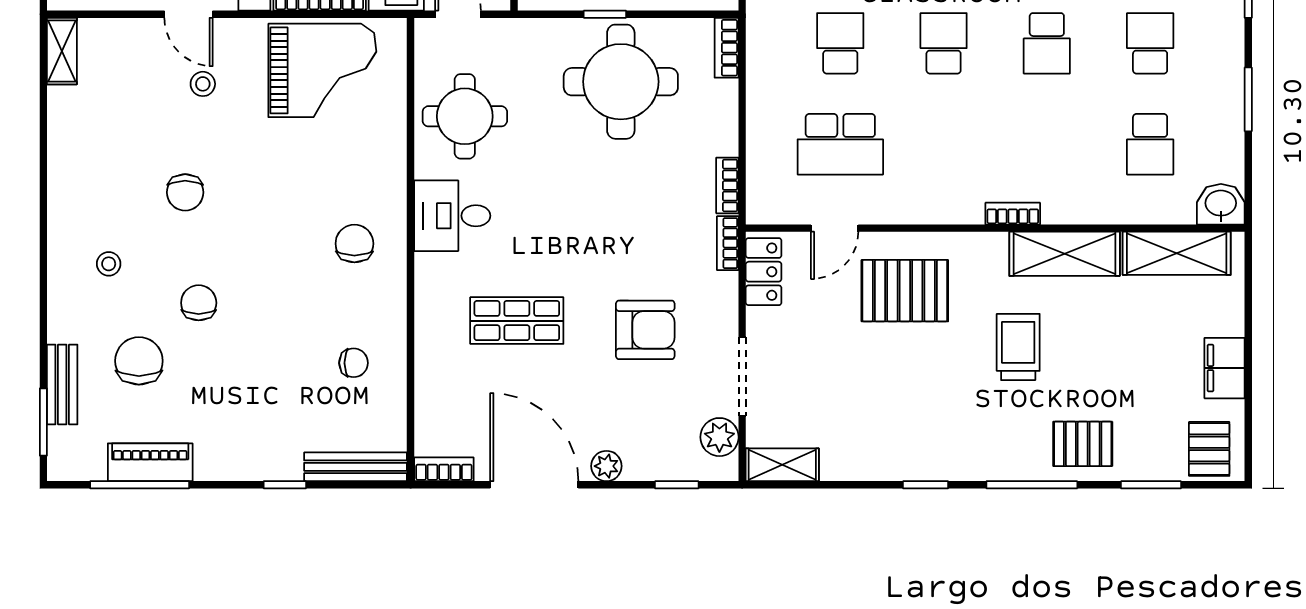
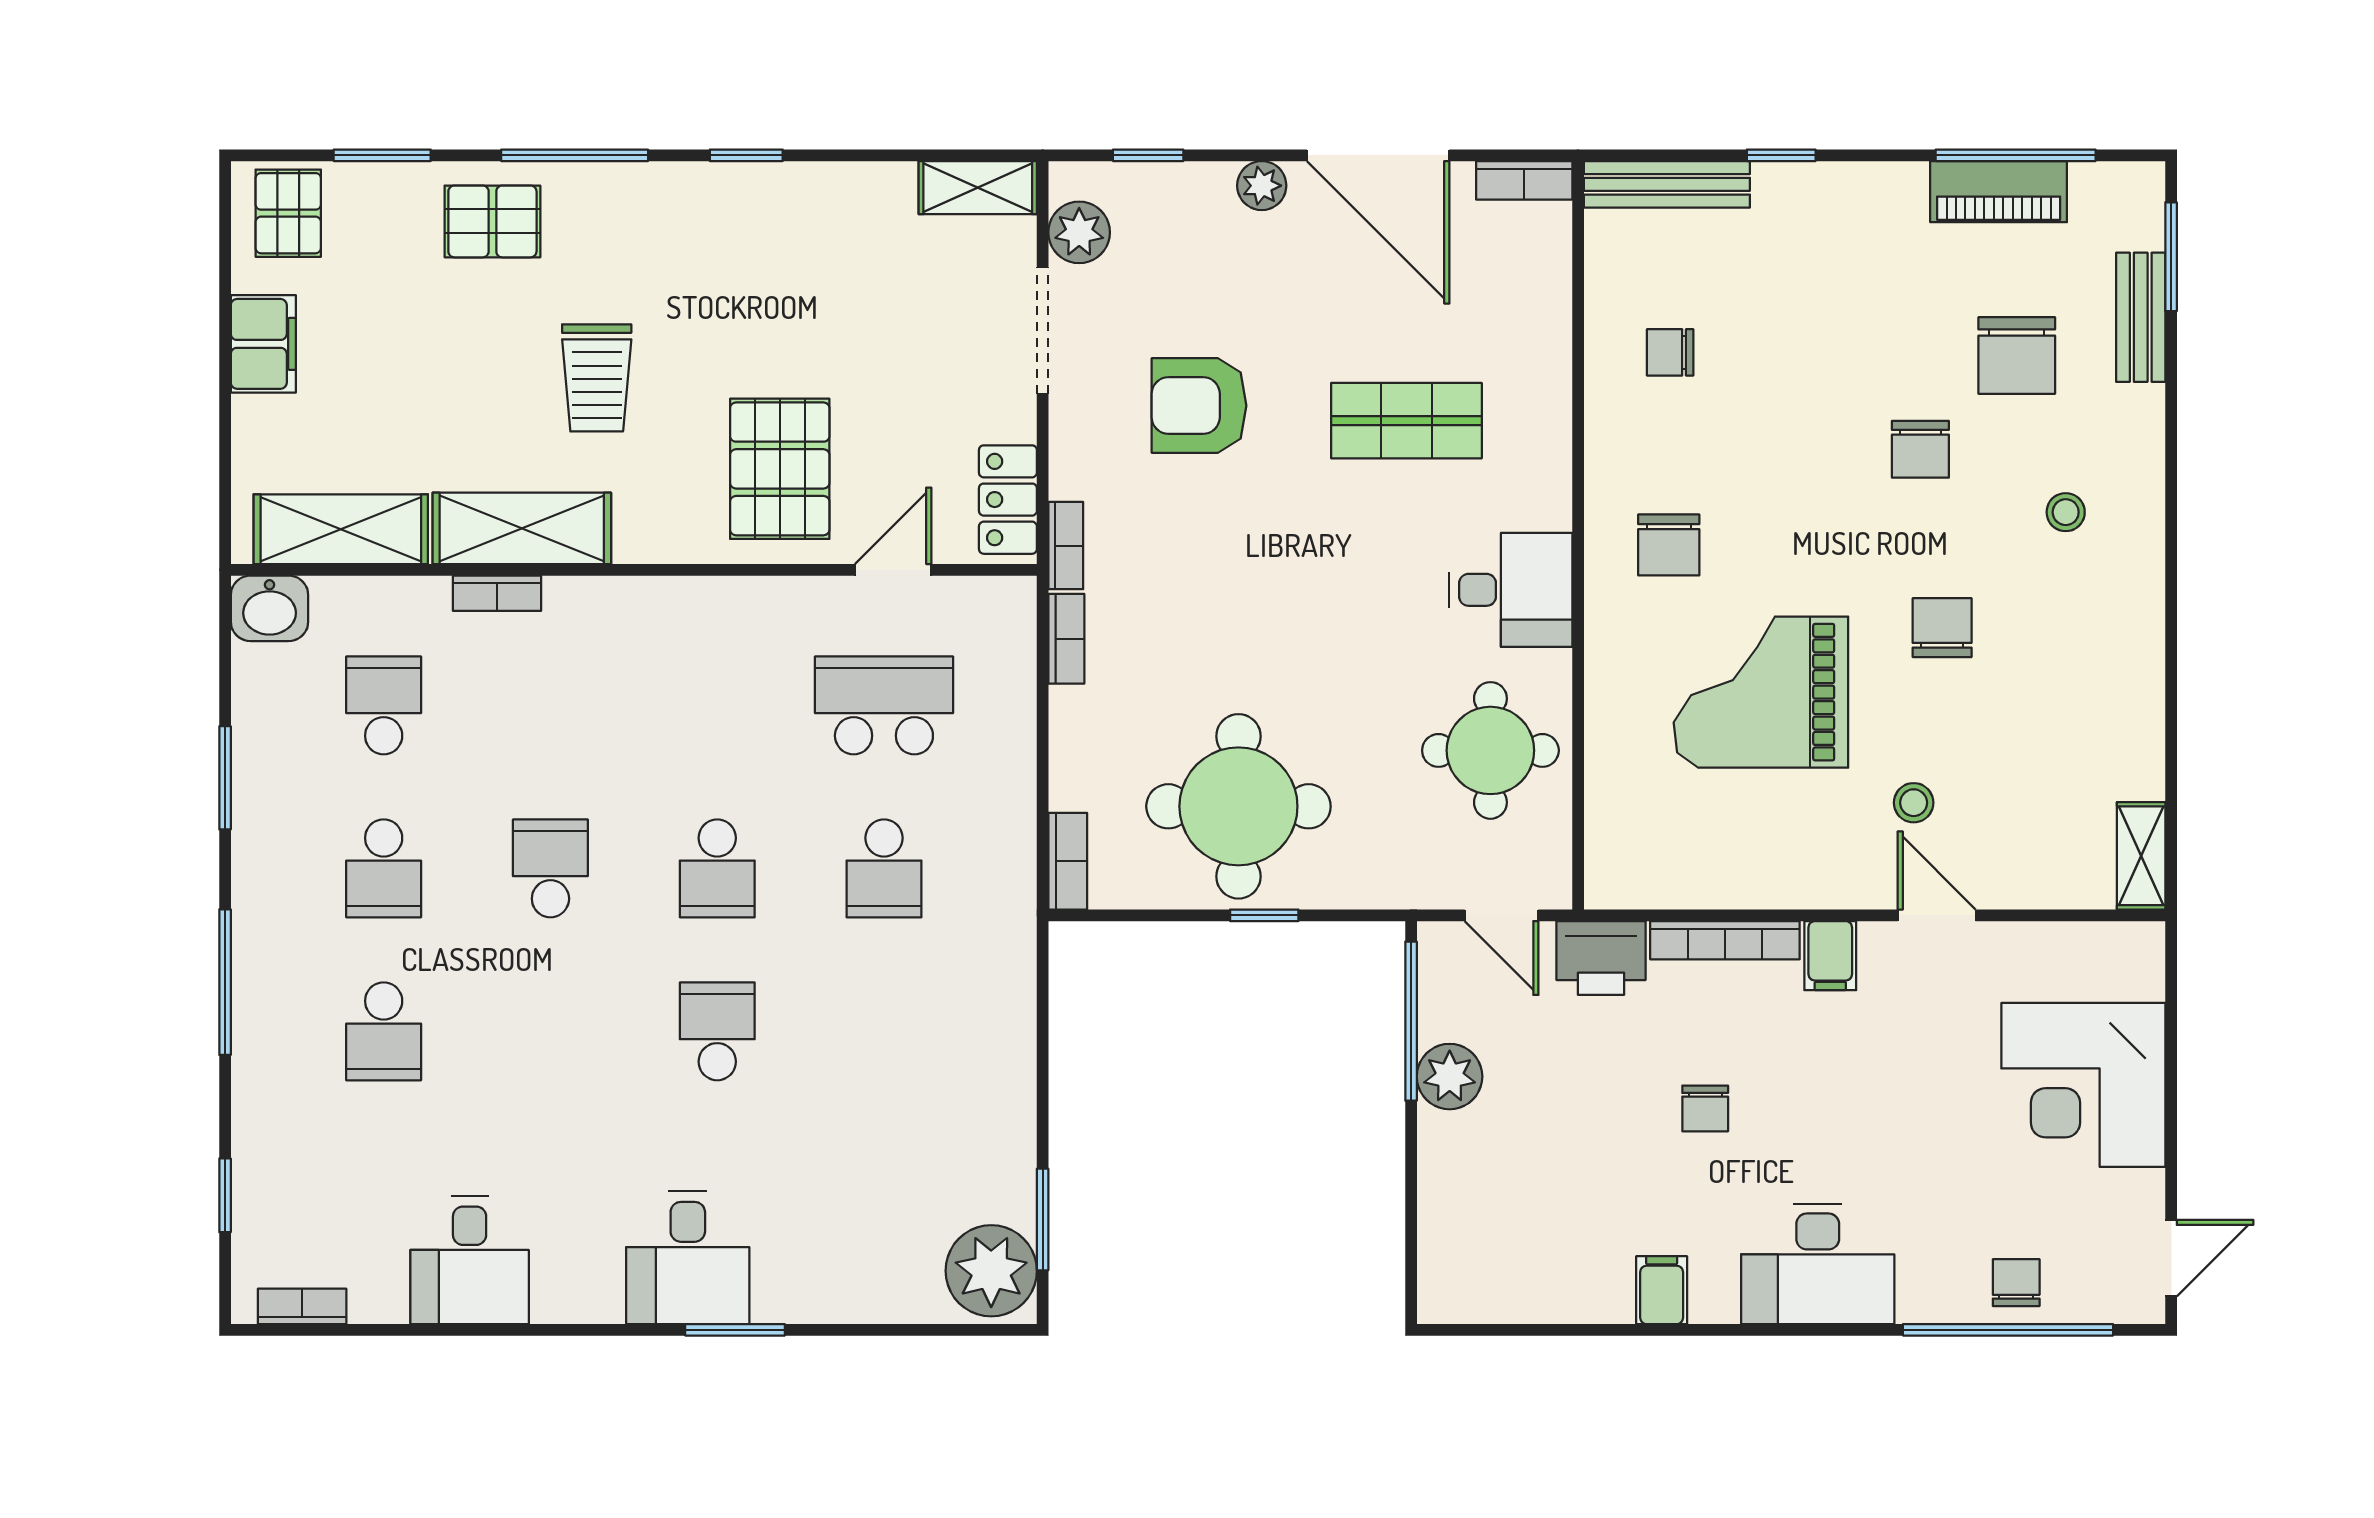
grand piano: (322, 70) -> (1761, 692), moved
bookcase: (1013, 214) -> (497, 593), moved
pallet: (905, 291) -> (780, 469), turned 90

